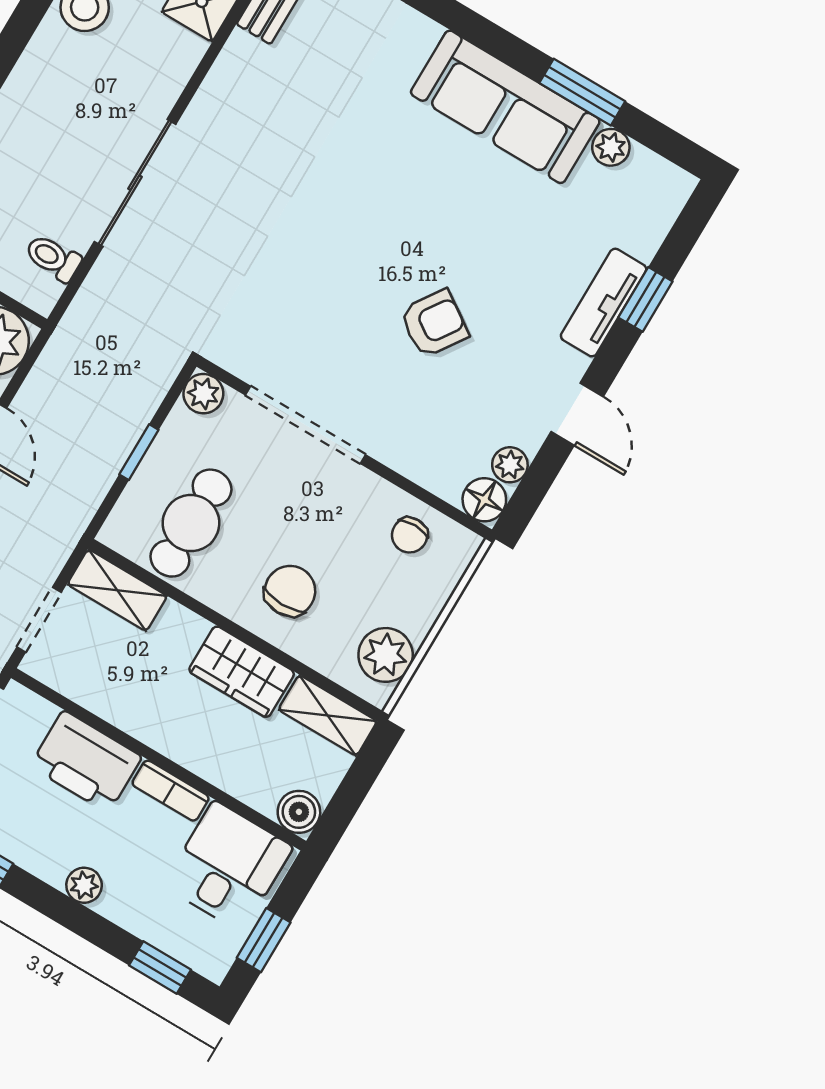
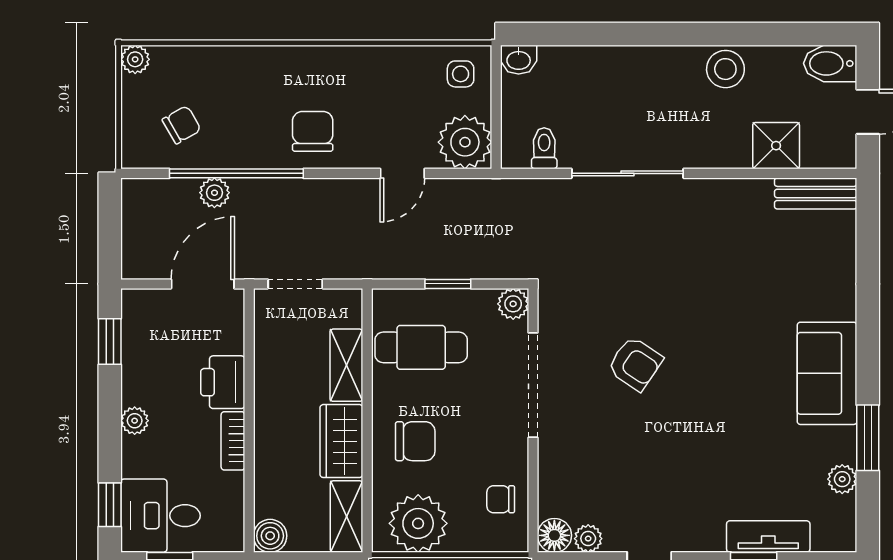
sofa: (505, 107) -> (827, 373), width x0.73
tv unit: (604, 303) -> (768, 536), moved
armchair: (434, 324) -> (635, 364), moved
shelving: (117, 590) -> (346, 365), moved
plant: (386, 655) -> (418, 523), width x1.36, depth x1.36
printer: (86, 761) -> (223, 382), width x0.73, depth x0.84
desk: (228, 866) -> (160, 516), moved, turned 180

